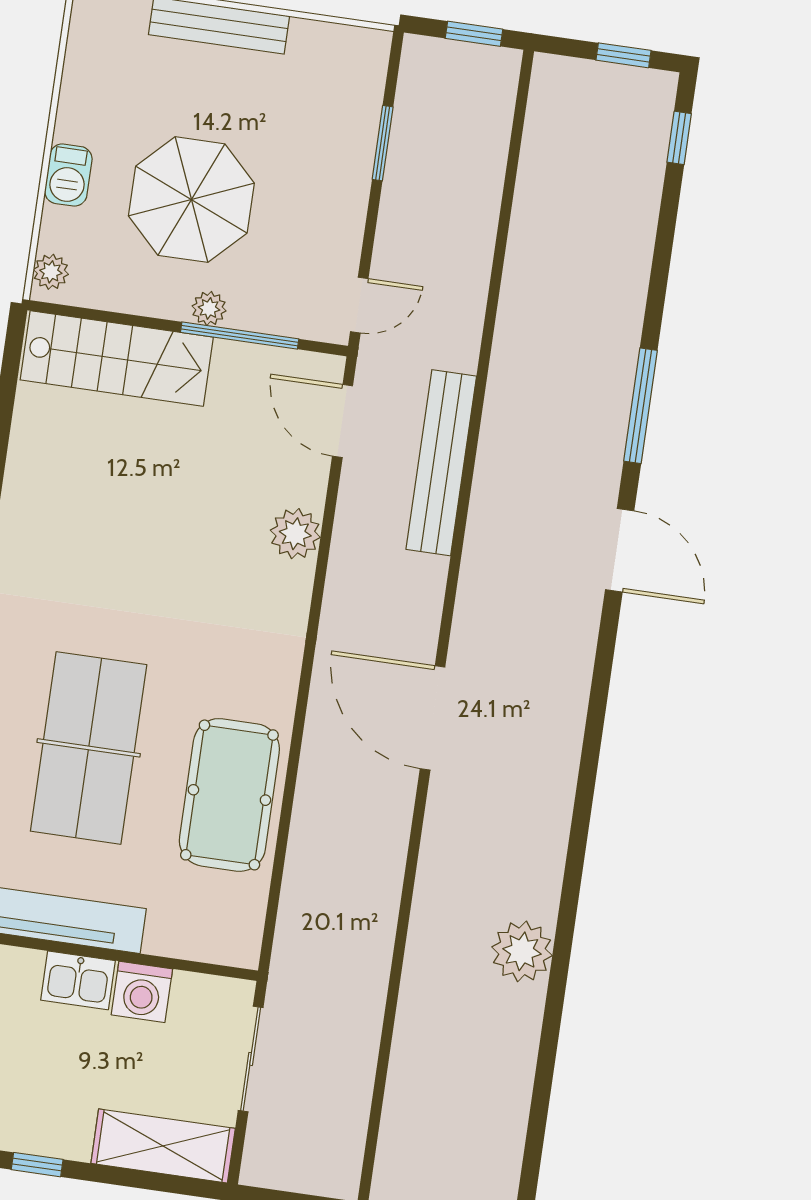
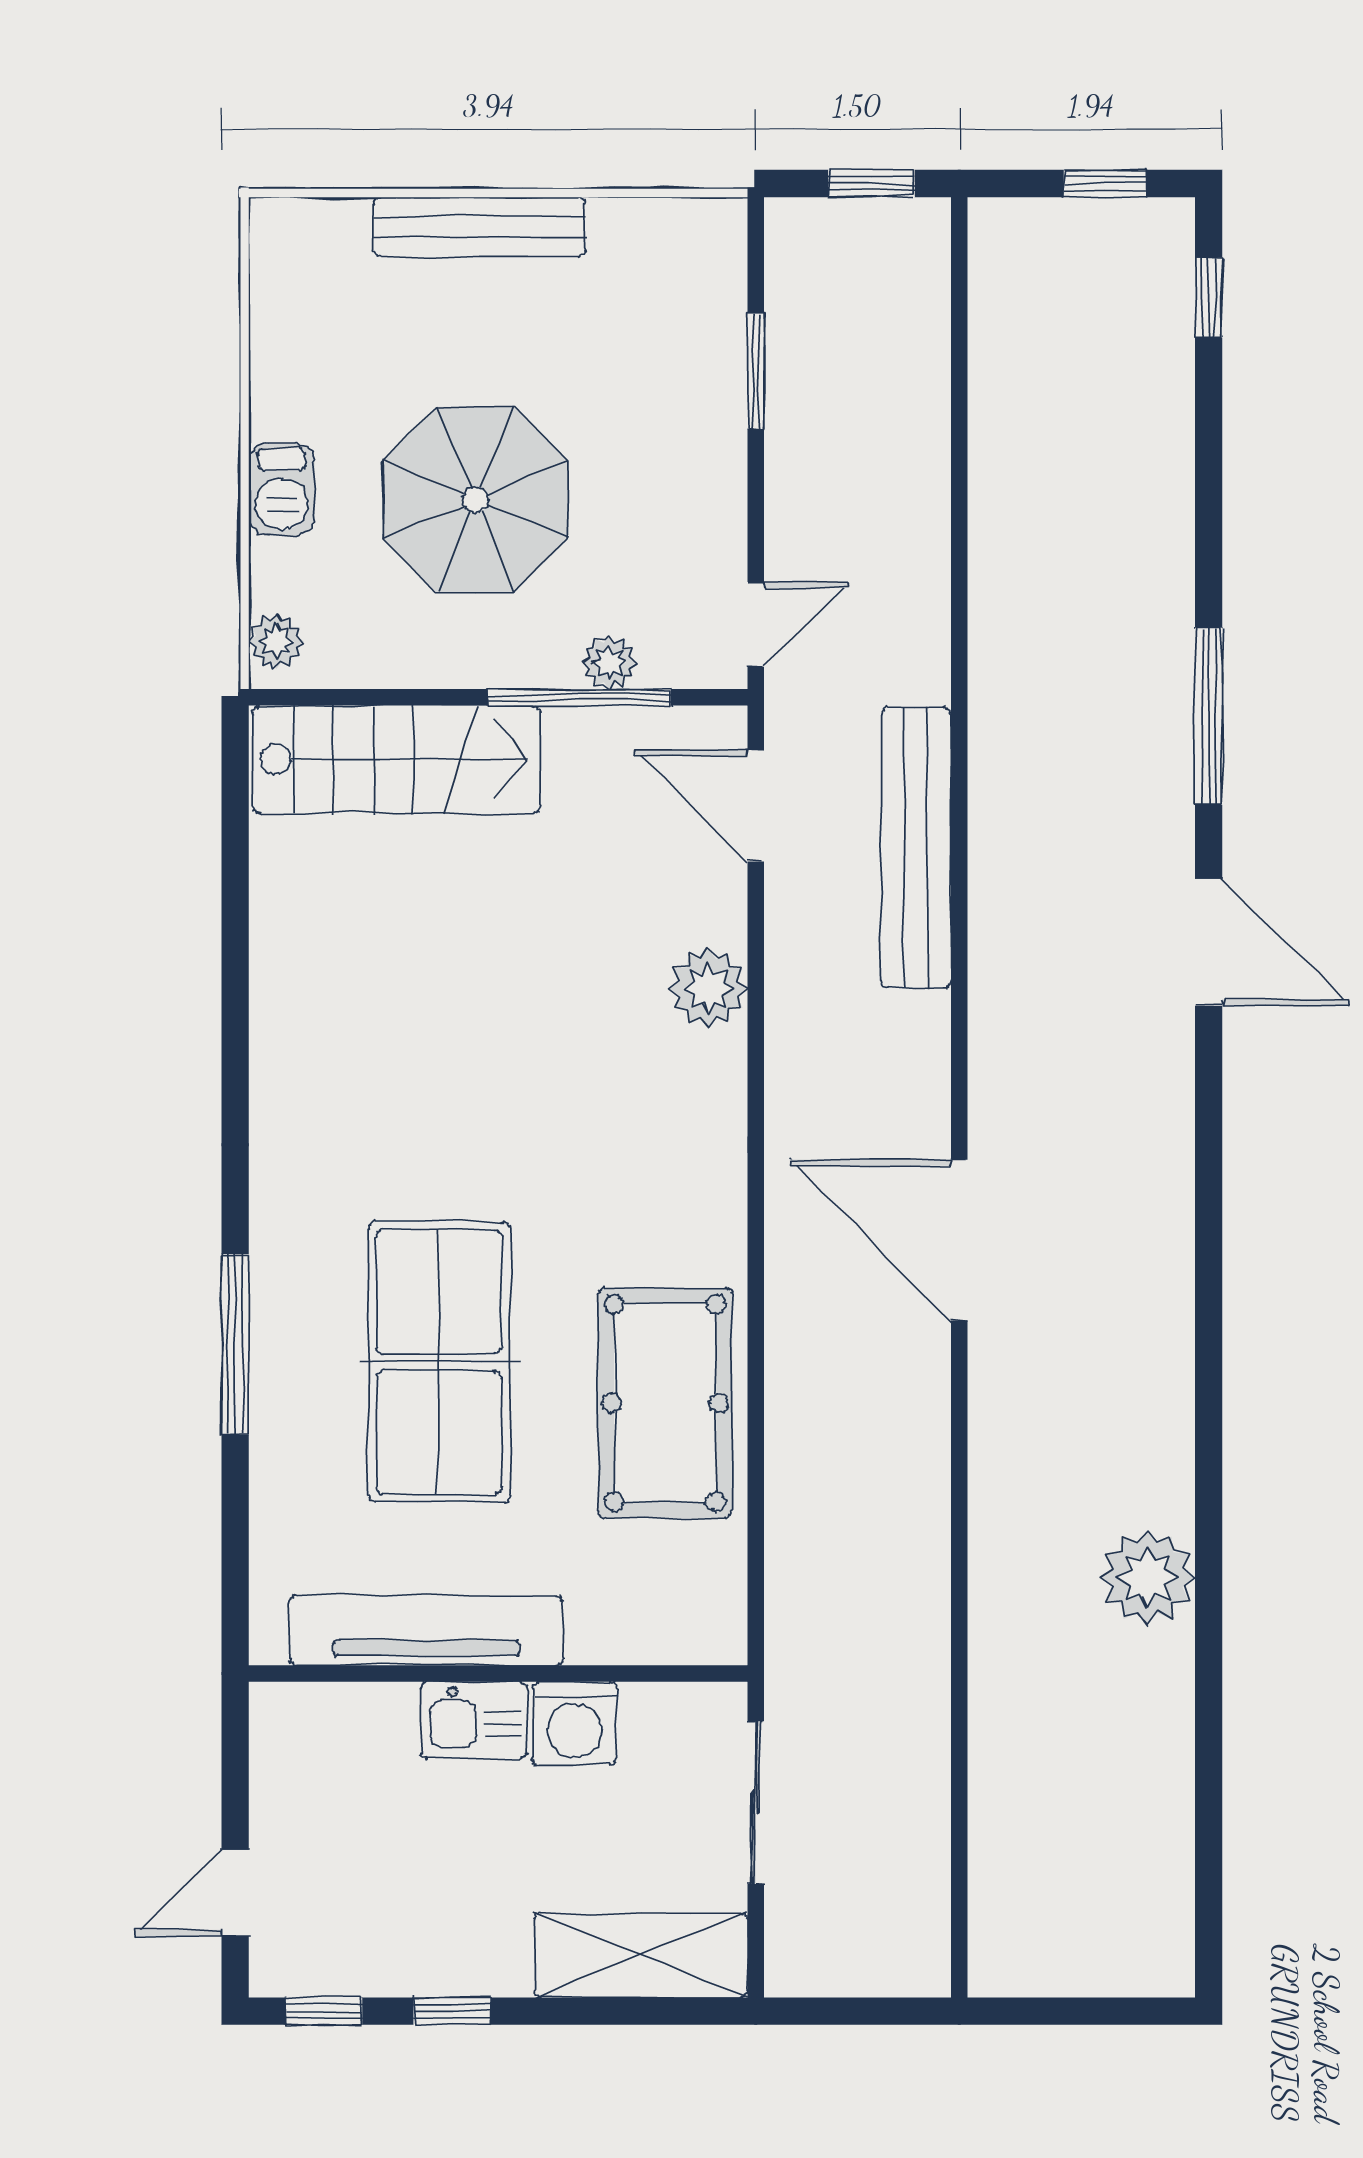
plant: (209, 308) -> (609, 662), moved

